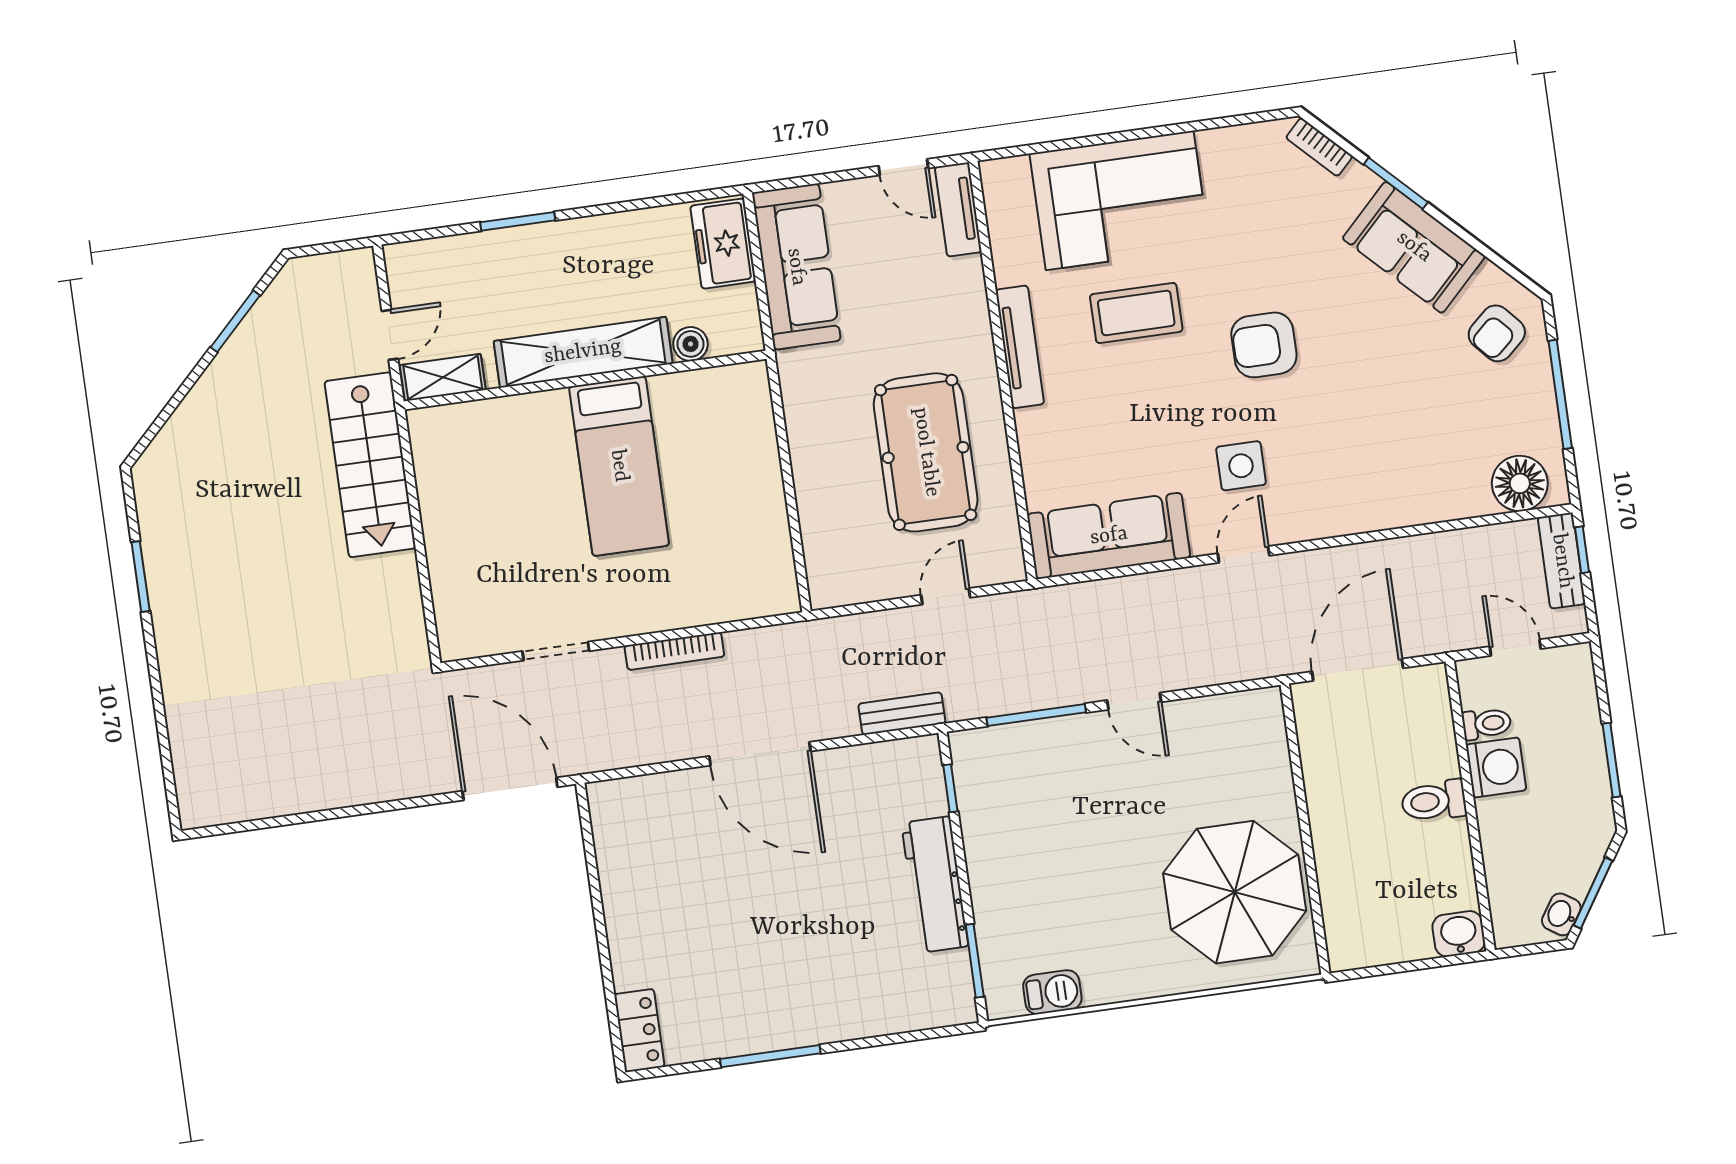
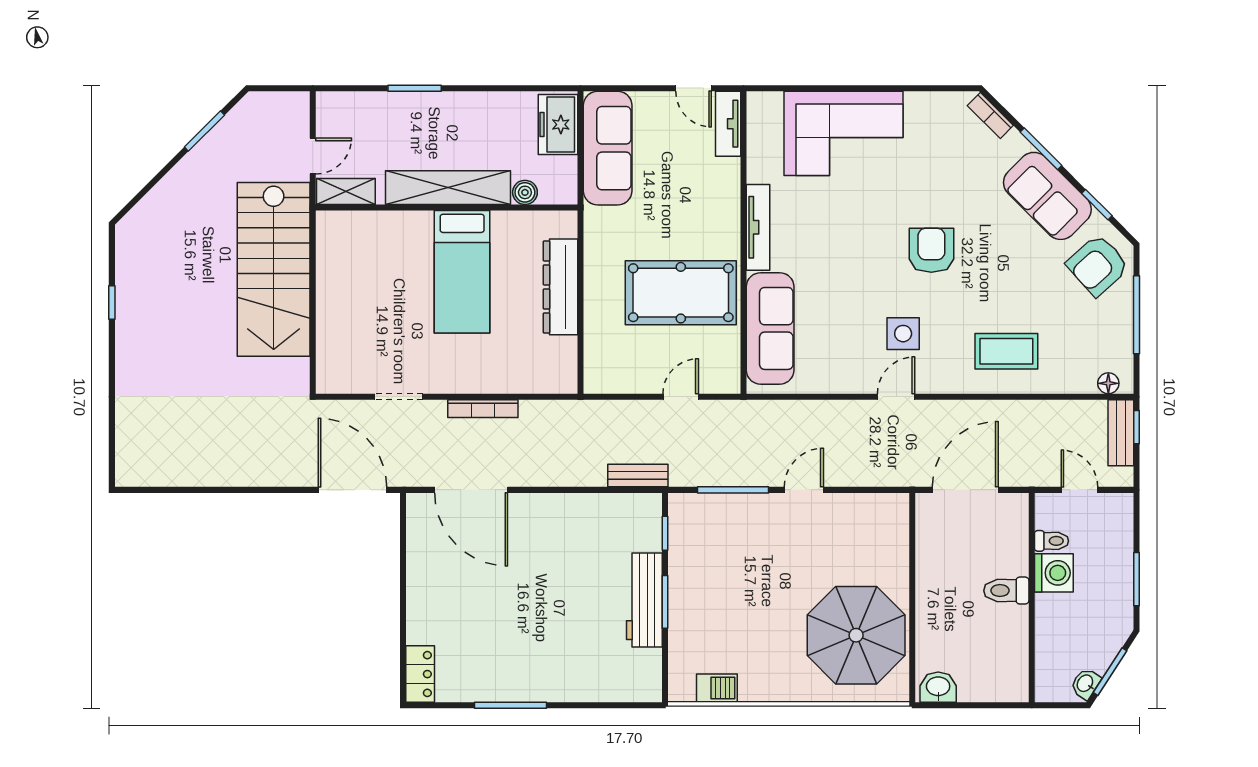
window: (1484, 250) -> (1097, 205), added
coffee table: (1136, 313) -> (1006, 351), moved
armchair: (1497, 333) -> (1098, 265), width x1.38, depth x1.38
armchair: (1264, 345) -> (931, 250), turned 90
pool table: (926, 452) -> (681, 293), turned 90
stairs: (370, 465) -> (274, 269), width x1.36, depth x1.51
dresser: (758, 468) -> (560, 287), added
floor lamp: (1520, 483) -> (1108, 383), width x0.53, depth x0.53
sofa: (1109, 536) -> (770, 328), moved, turned 90
window: (141, 577) -> (112, 303), width x0.67
door: (1134, 701) -> (804, 490), swing flipped
door: (760, 754) -> (471, 490), moved
washbasin: (1459, 934) -> (938, 687), moved
window: (975, 961) -> (665, 602), moved

